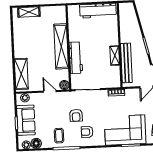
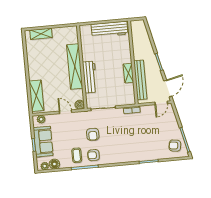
corner sofa: (125, 130) -> (142, 147), removed
armchair: (87, 132) -> (94, 155), moved

